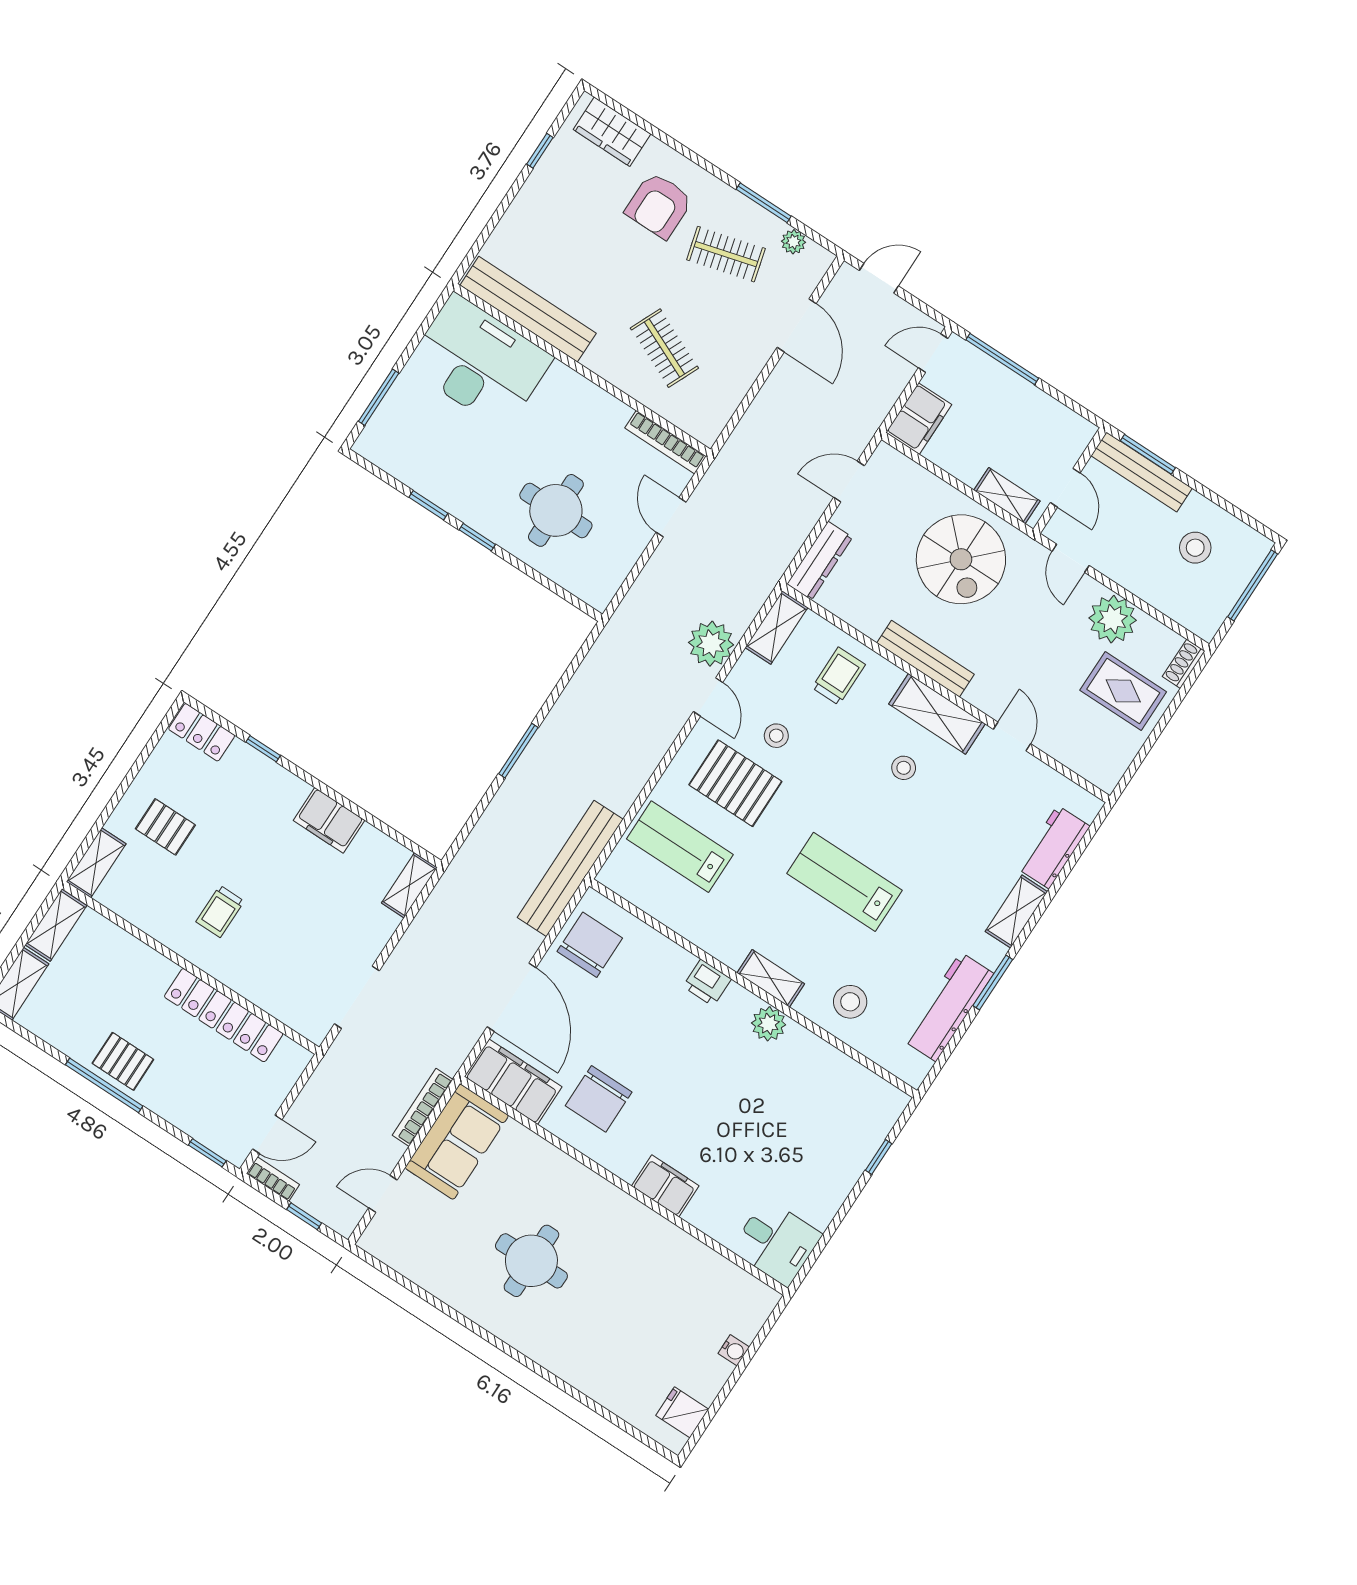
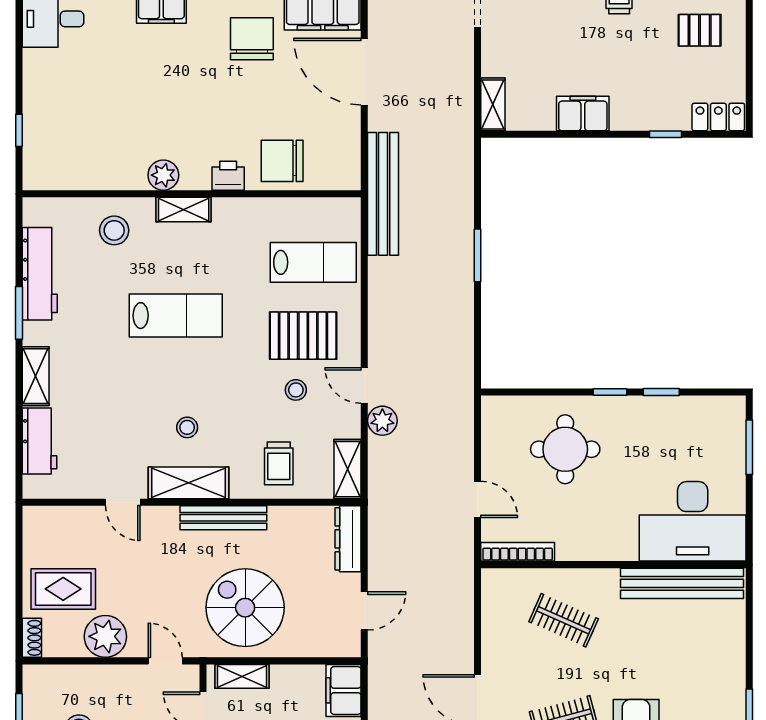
plant: (711, 644) -> (382, 421), width x0.73, depth x0.73
chair: (590, 945) -> (282, 161), moved, turned 90

